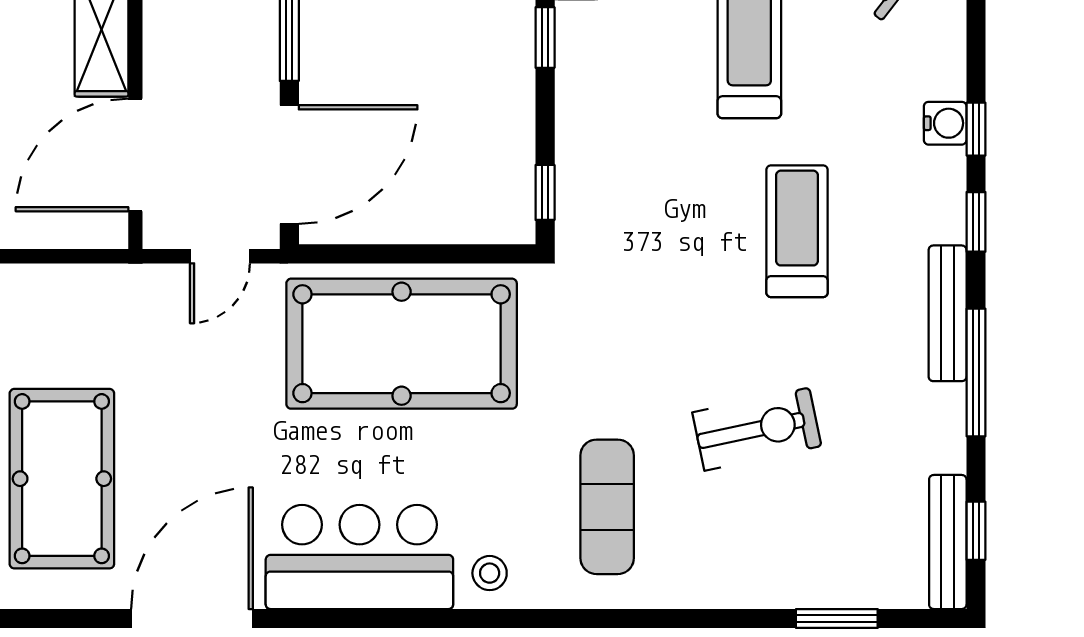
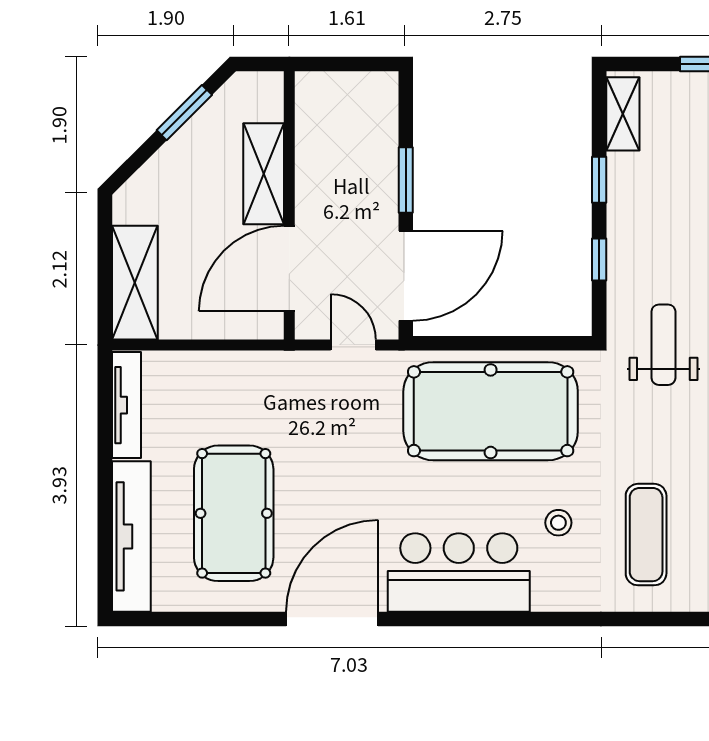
window: (545, 192) -> (599, 259), moved
door: (220, 256) -> (353, 345), swing flipped
weight bench: (630, 256) -> (663, 345), added
stool: (490, 573) -> (558, 523), moved

